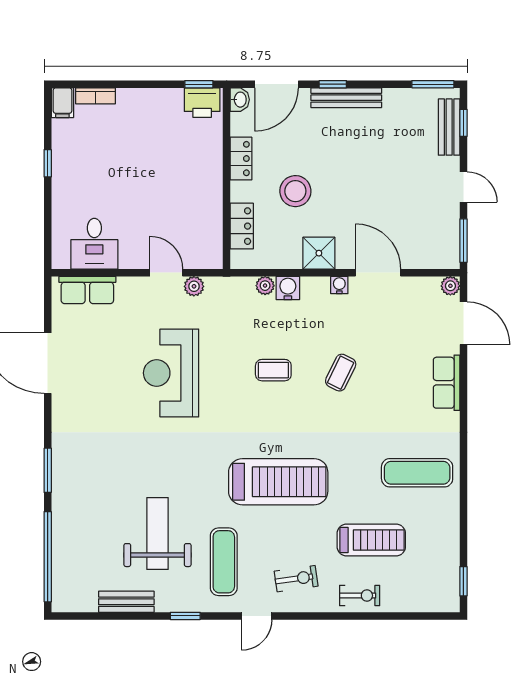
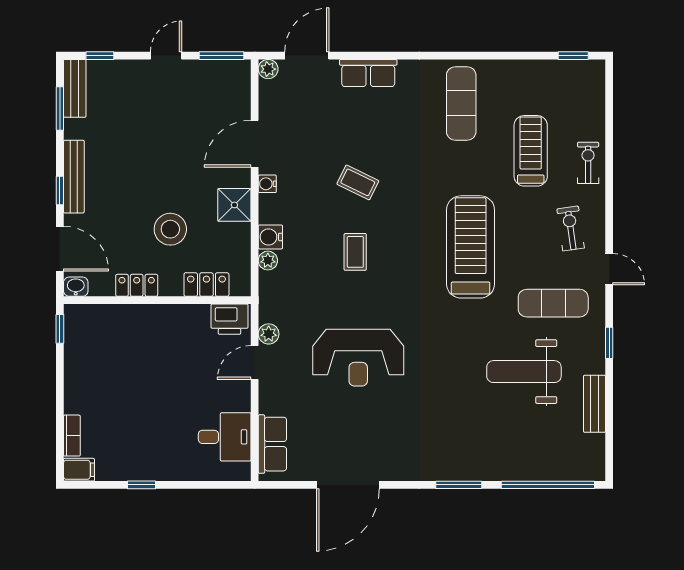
window: (433, 84) -> (60, 108), moved
printer: (202, 103) -> (229, 319), moved, turned 90
bench: (449, 127) -> (75, 88), moved, turned 90

